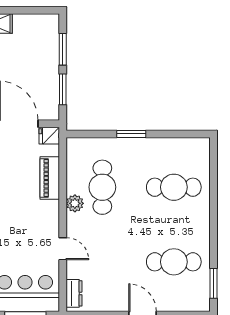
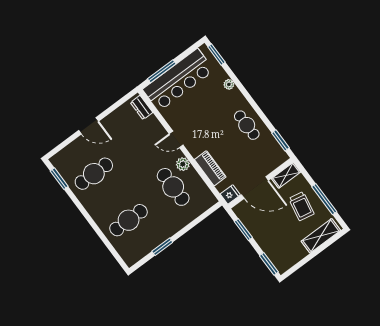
window: (63, 49) -> (269, 264), moved
window: (131, 134) -> (162, 247), moved
door: (63, 249) -> (176, 139), moved

